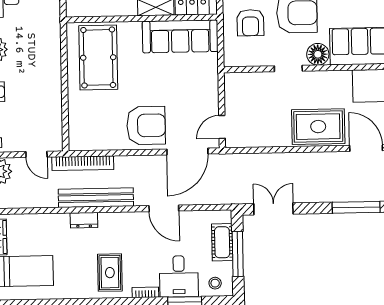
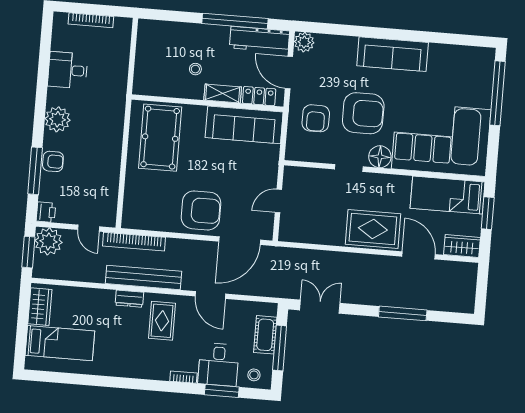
door: (222, 127) -> (278, 201), moved
rug: (110, 273) -> (162, 321), moved

